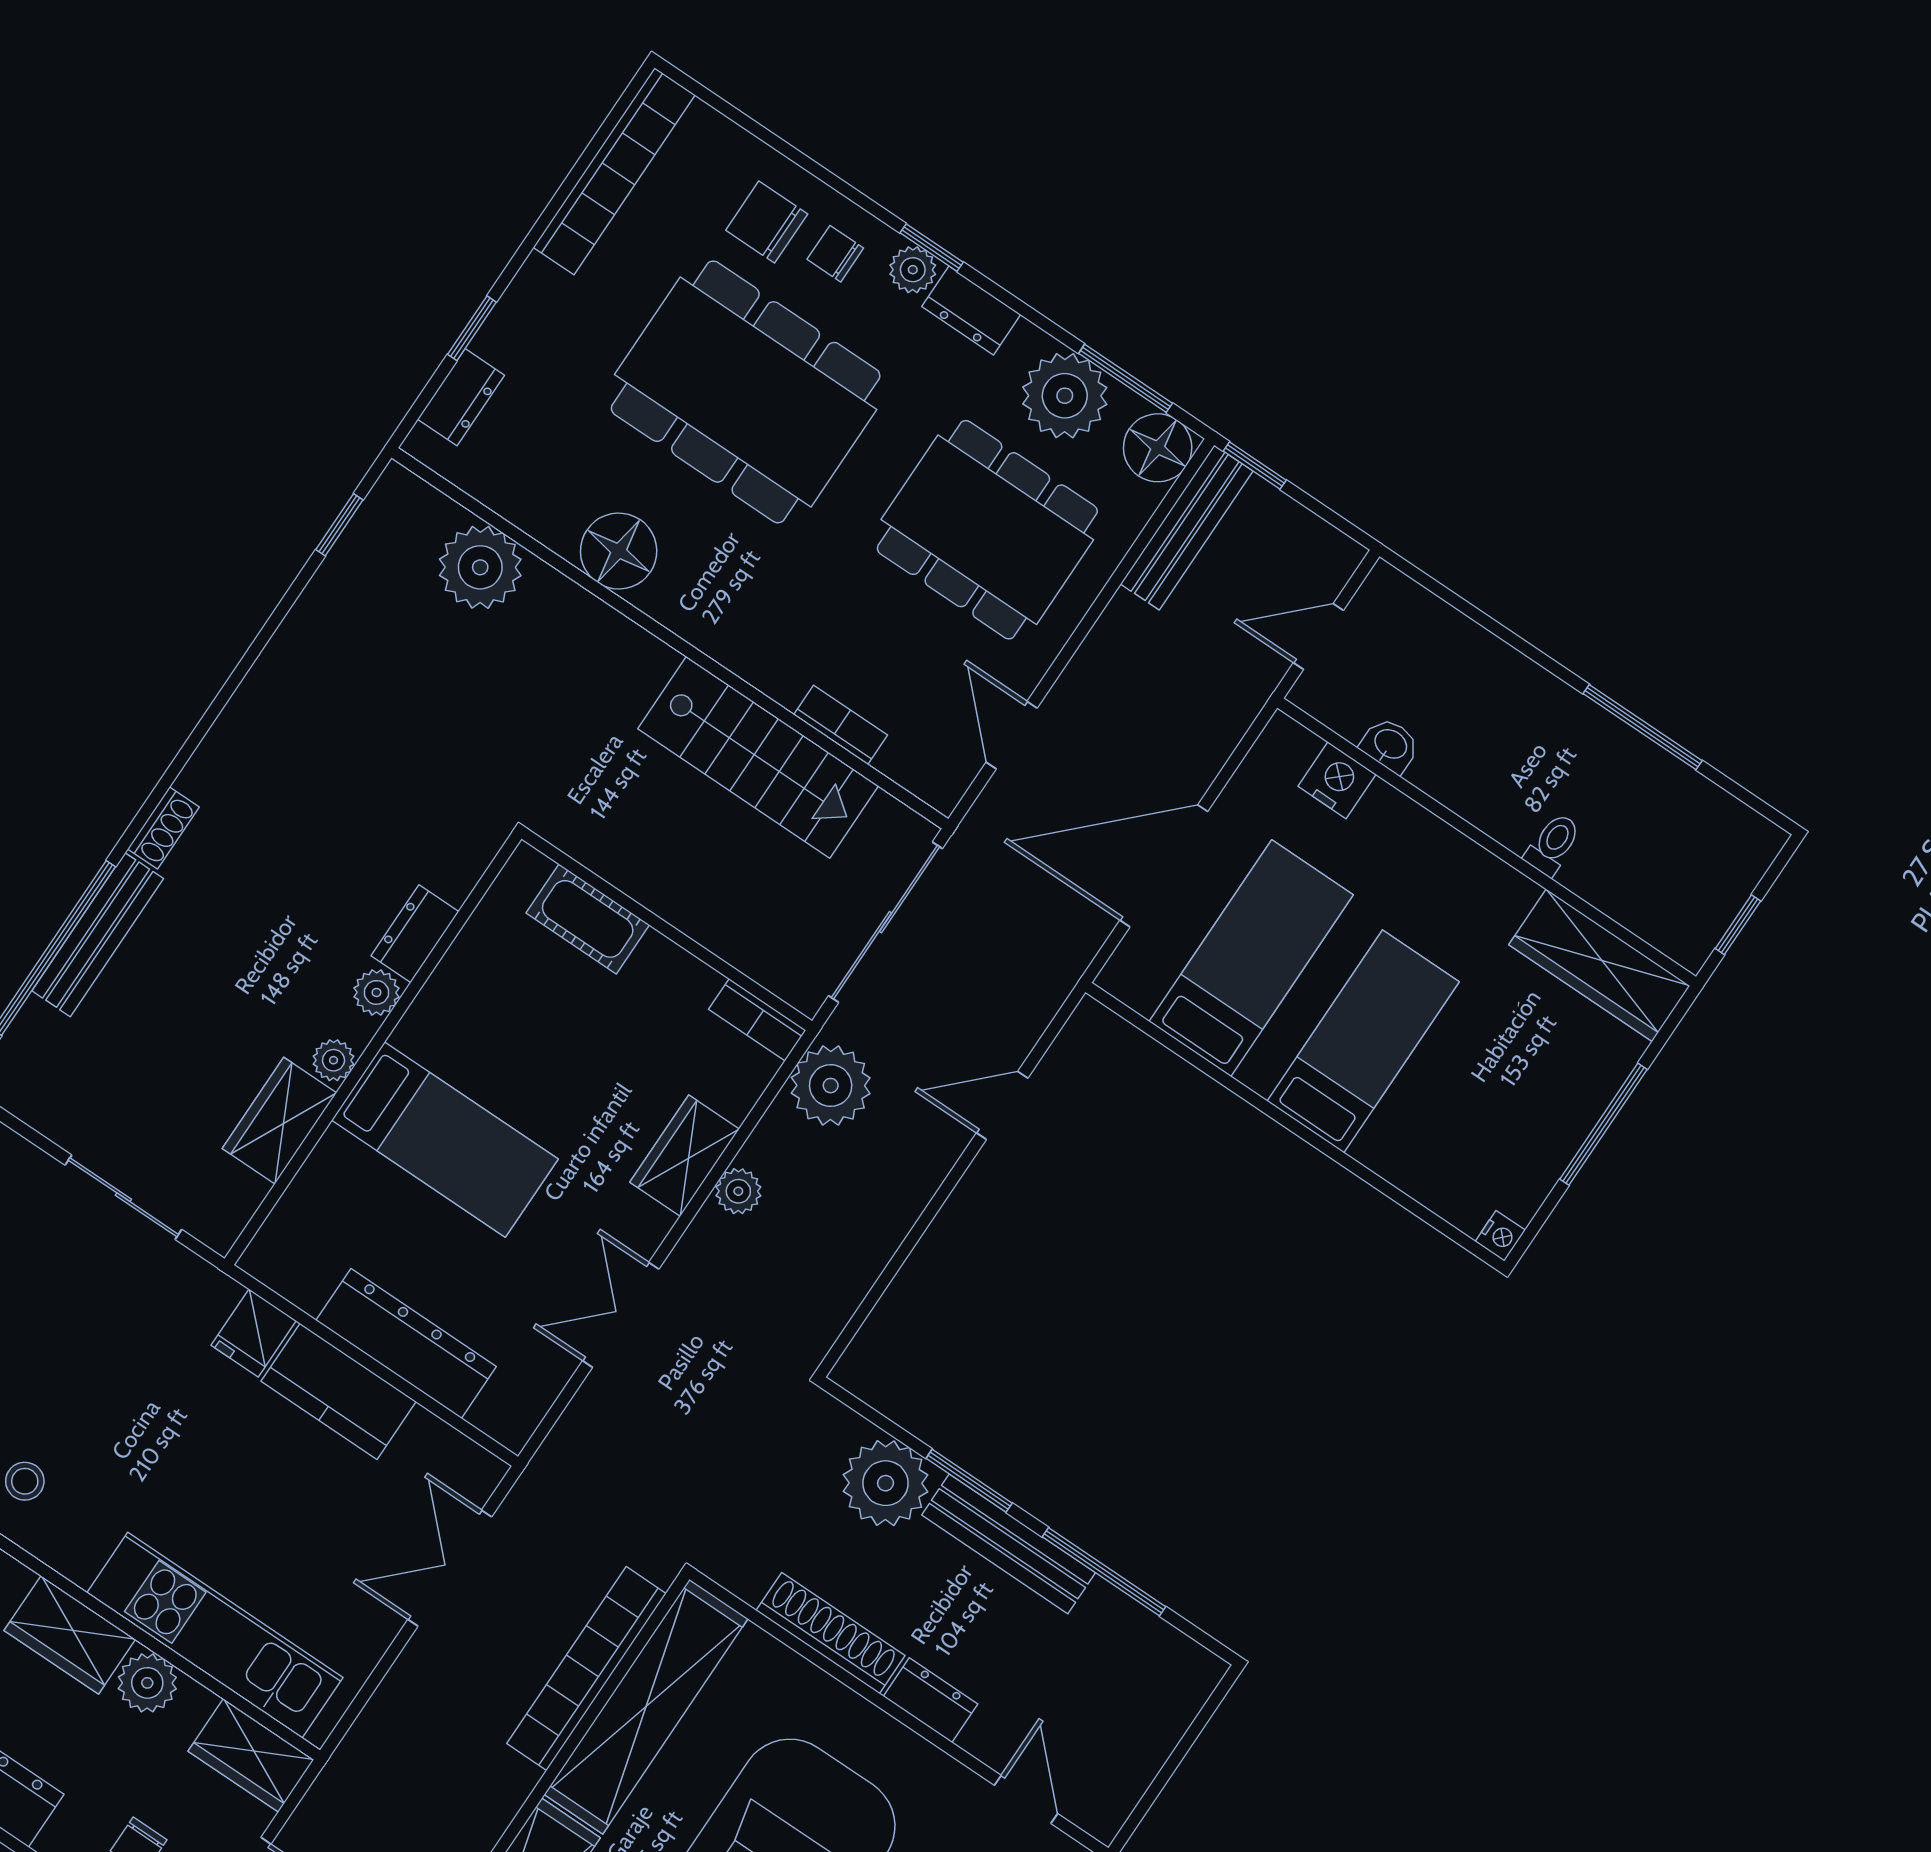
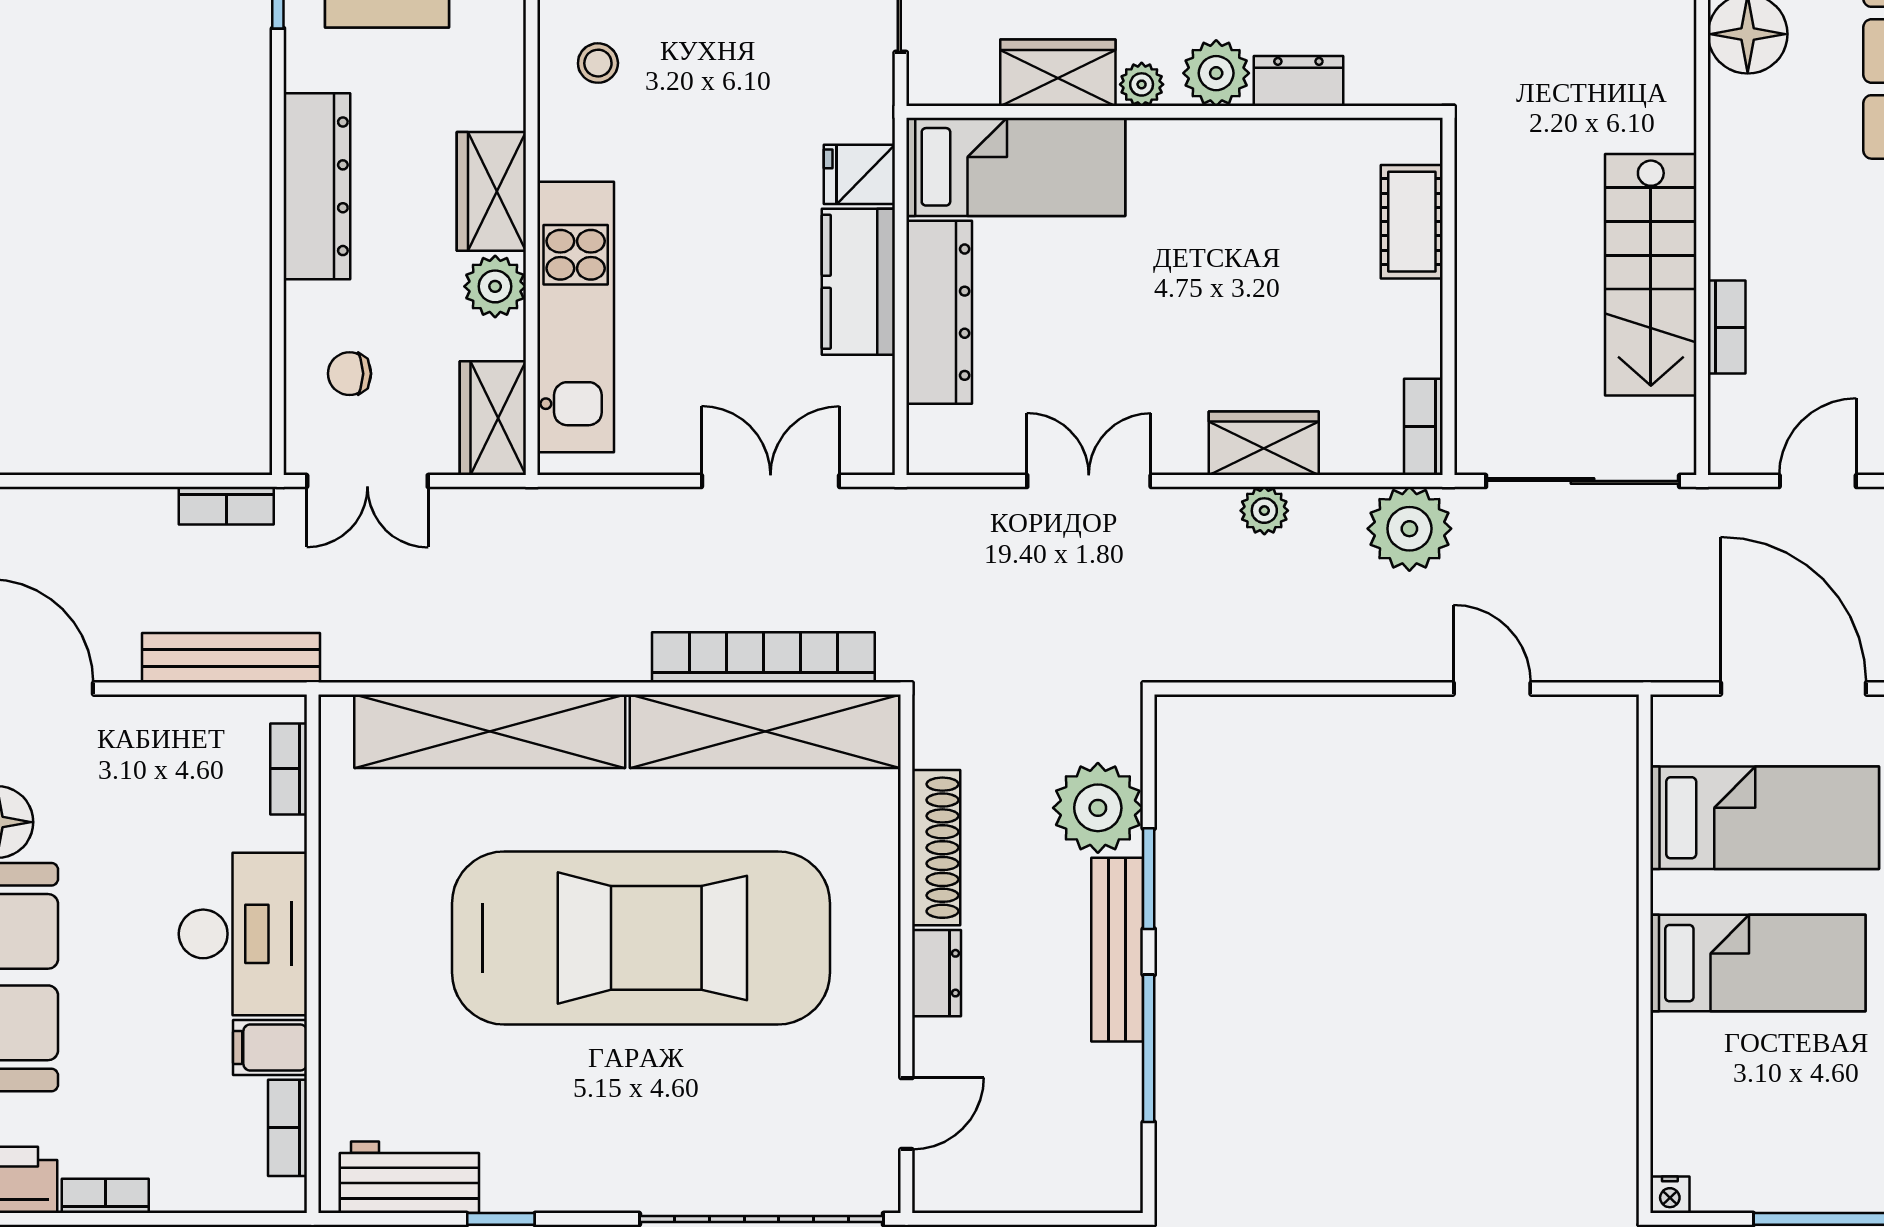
plant: (377, 992) -> (1216, 73), width x1.38, depth x1.38
bed: (445, 1140) -> (1016, 167), moved, turned -90

